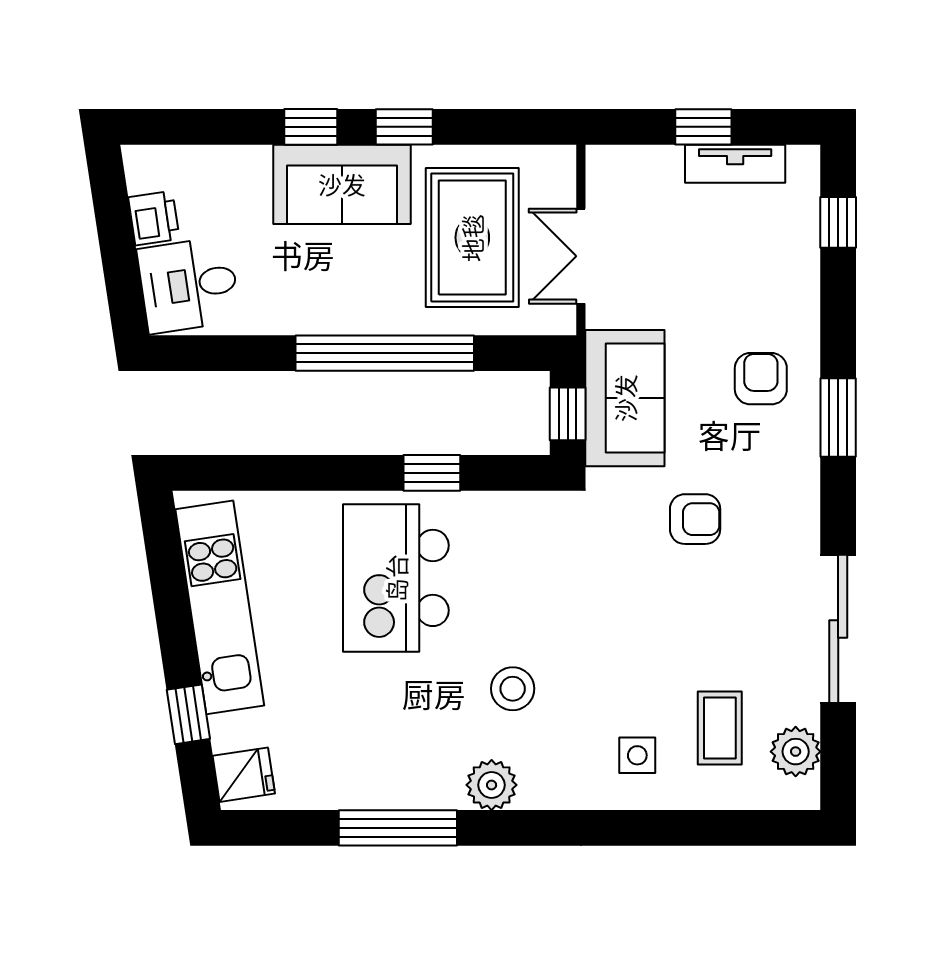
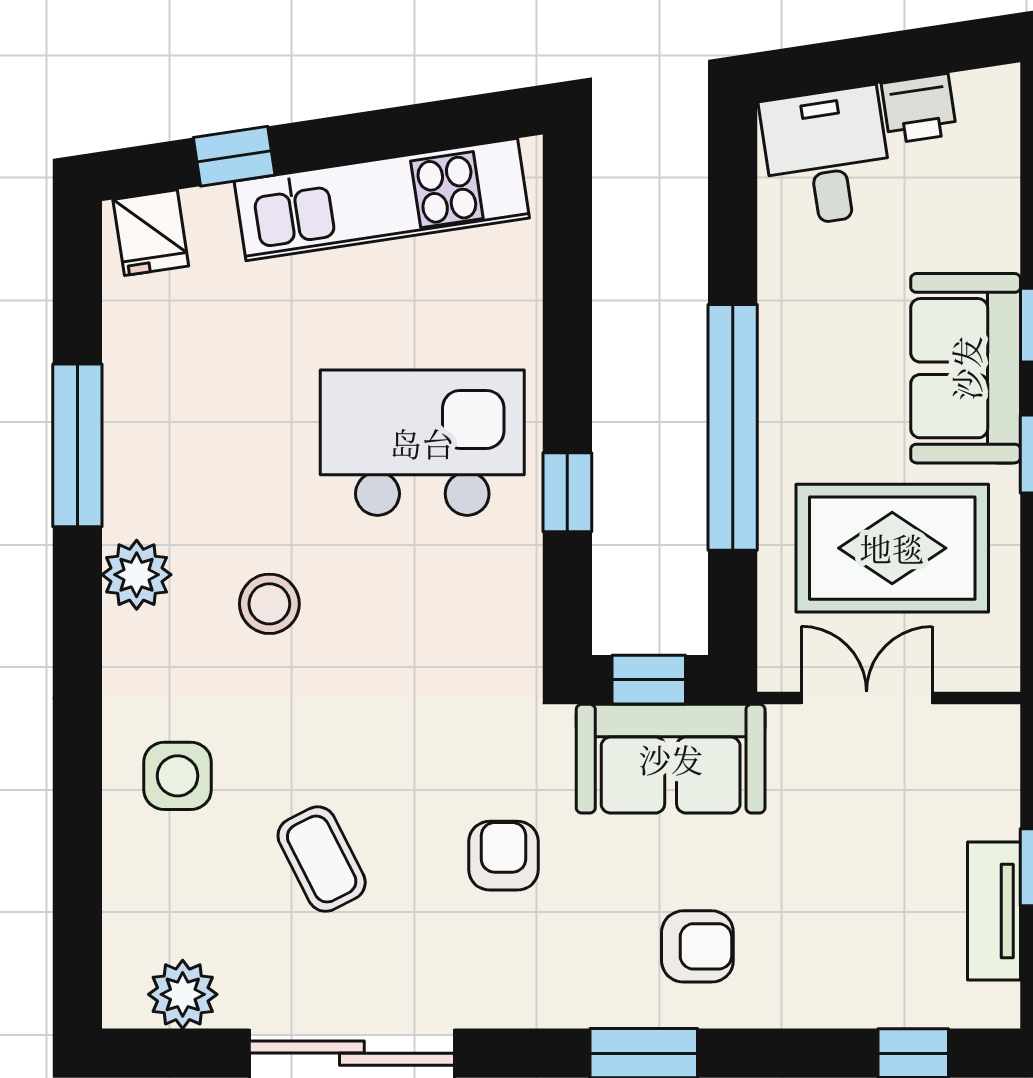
armchair: (695, 519) -> (504, 856), turned 180
coffee table: (720, 728) -> (322, 859), moved, turned 63
side table: (637, 755) -> (178, 776), width x1.37, depth x1.37

